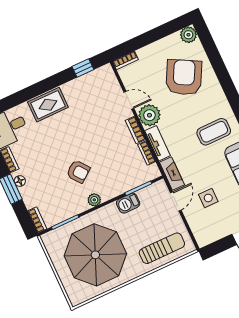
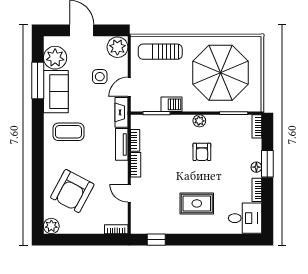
rug: (48, 105) -> (197, 203), moved
plant: (149, 115) -> (117, 47), moved
armchair: (78, 172) -> (202, 152), turned -142

